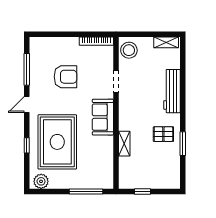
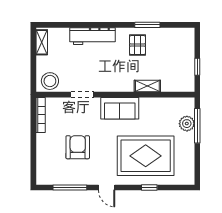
plant: (41, 181) -> (187, 124), moved

